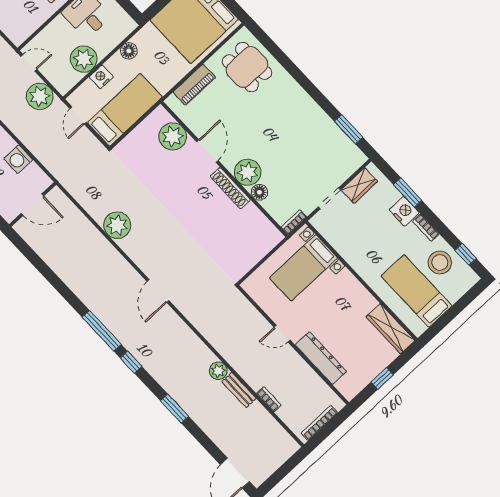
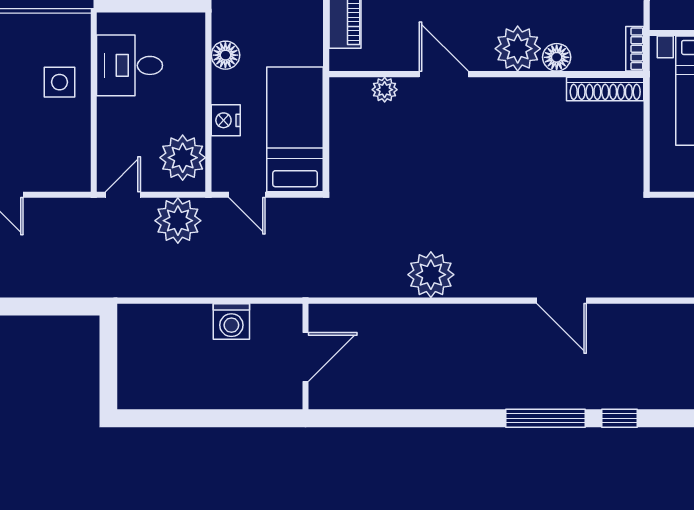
plant: (84, 59) -> (183, 158), moved
plant: (173, 136) -> (385, 90), width x0.53, depth x0.53
shoe rack: (230, 188) -> (605, 89), moved

